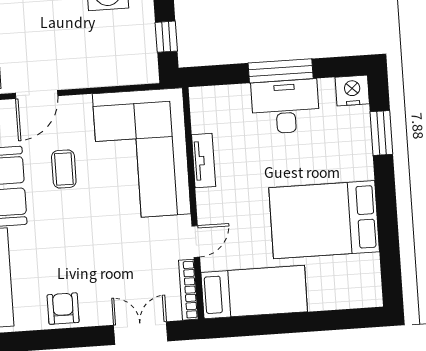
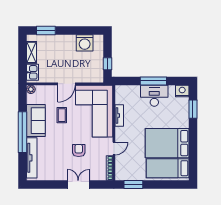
door: (37, 95) -> (66, 84), moved
bed: (254, 292) -> (168, 168), moved, turned 180
armchair: (63, 309) -> (79, 150), moved
window: (249, 326) -> (133, 184), added
double door: (141, 333) -> (78, 184), moved

